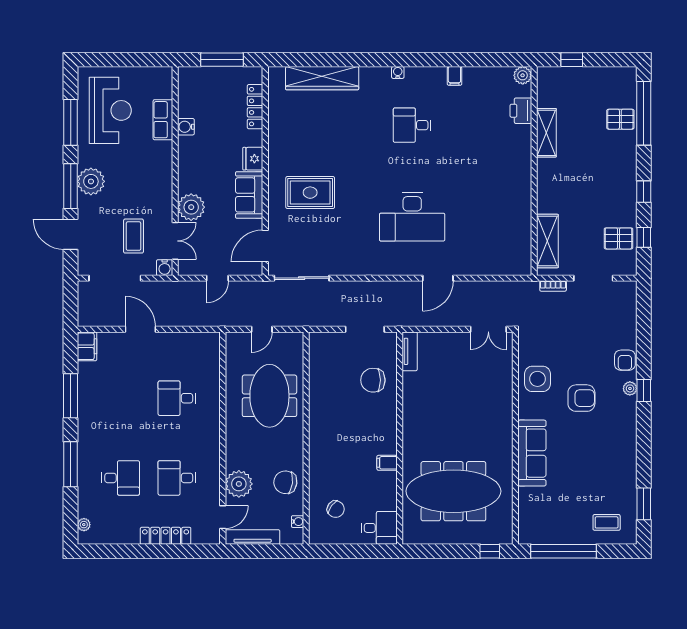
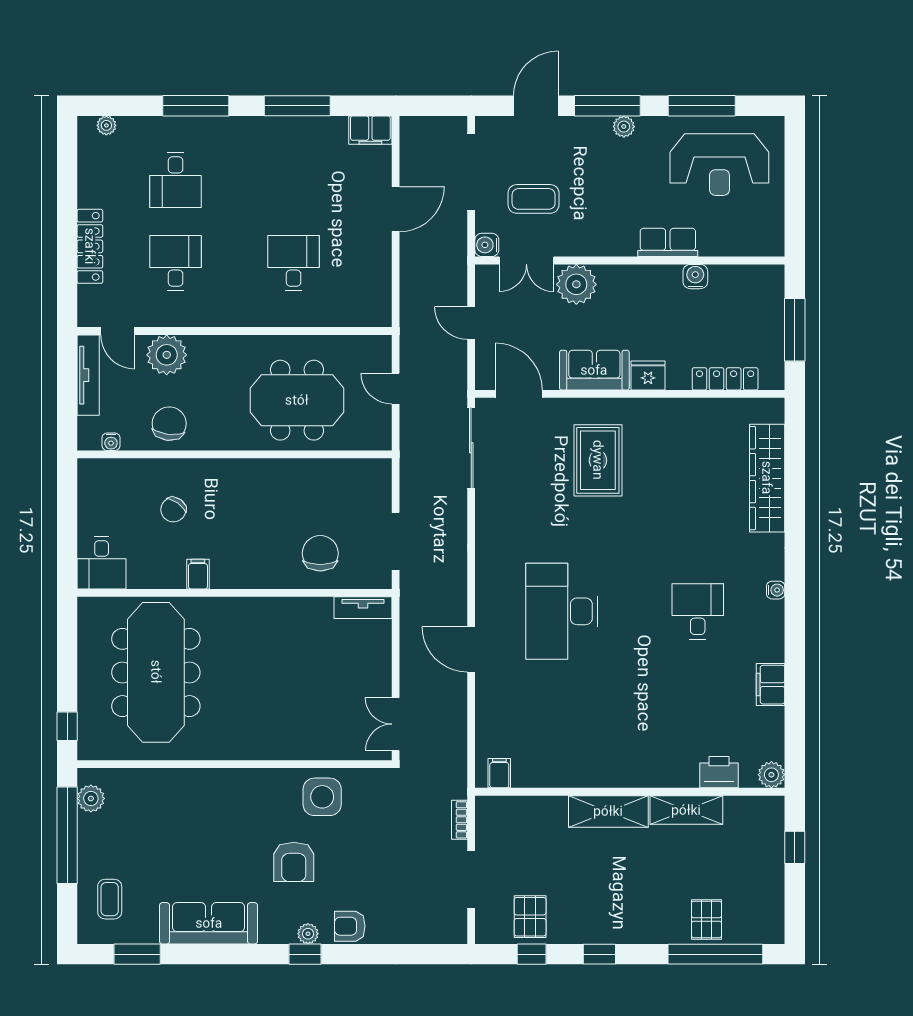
filing cabinet: (454, 76) -> (771, 685), width x2.00
row of seats: (163, 120) -> (668, 242), moved
plant: (91, 181) -> (624, 127), width x0.53, depth x0.53
shelving: (547, 241) -> (608, 811), moved
filing cabinet: (521, 259) -> (499, 773), added
sofa: (532, 453) -> (209, 923), moved, turned 180
chair: (336, 509) -> (173, 510), moved
plant: (539, 535) -> (91, 798), added

